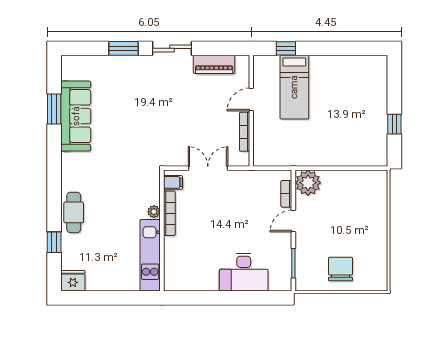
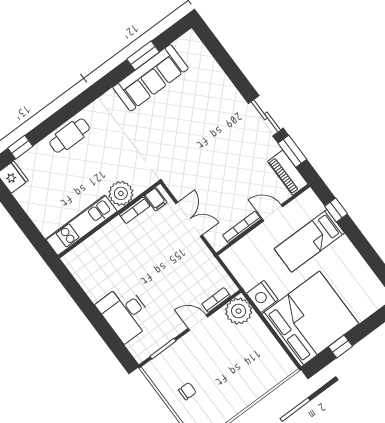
window: (123, 48) -> (292, 151), moved
piano: (214, 64) -> (288, 173), moved
bed: (356, 132) -> (310, 319), added
nightstand: (310, 156) -> (262, 296), added
plant: (154, 212) -> (121, 193), width x1.88, depth x1.88
bookcase: (169, 213) -> (135, 210), width x0.64
window: (54, 242) -> (20, 147), moved
chair: (340, 269) -> (187, 391), width x0.54, depth x0.54

